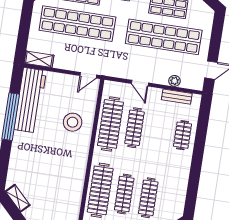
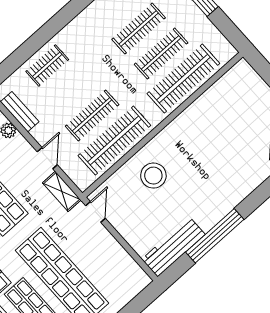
shelving: (39, 59) -> (62, 191), moved
door: (88, 75) -> (96, 212), hinge flipped
workbench: (30, 100) -> (173, 247), width x0.73, depth x0.76

